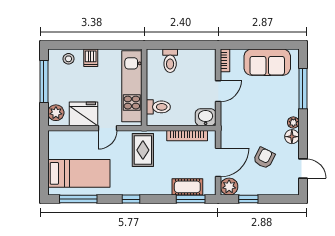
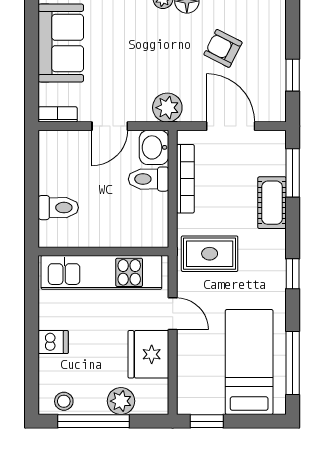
stool: (68, 59) -> (64, 401), moved
door: (218, 91) -> (110, 126), swing flipped
toilet: (158, 107) -> (149, 179), moved, turned -90
plant: (56, 113) -> (121, 401), moved
window: (44, 148) -> (207, 421), added
cot: (187, 187) -> (272, 203), moved
plant: (229, 187) -> (167, 108), moved

